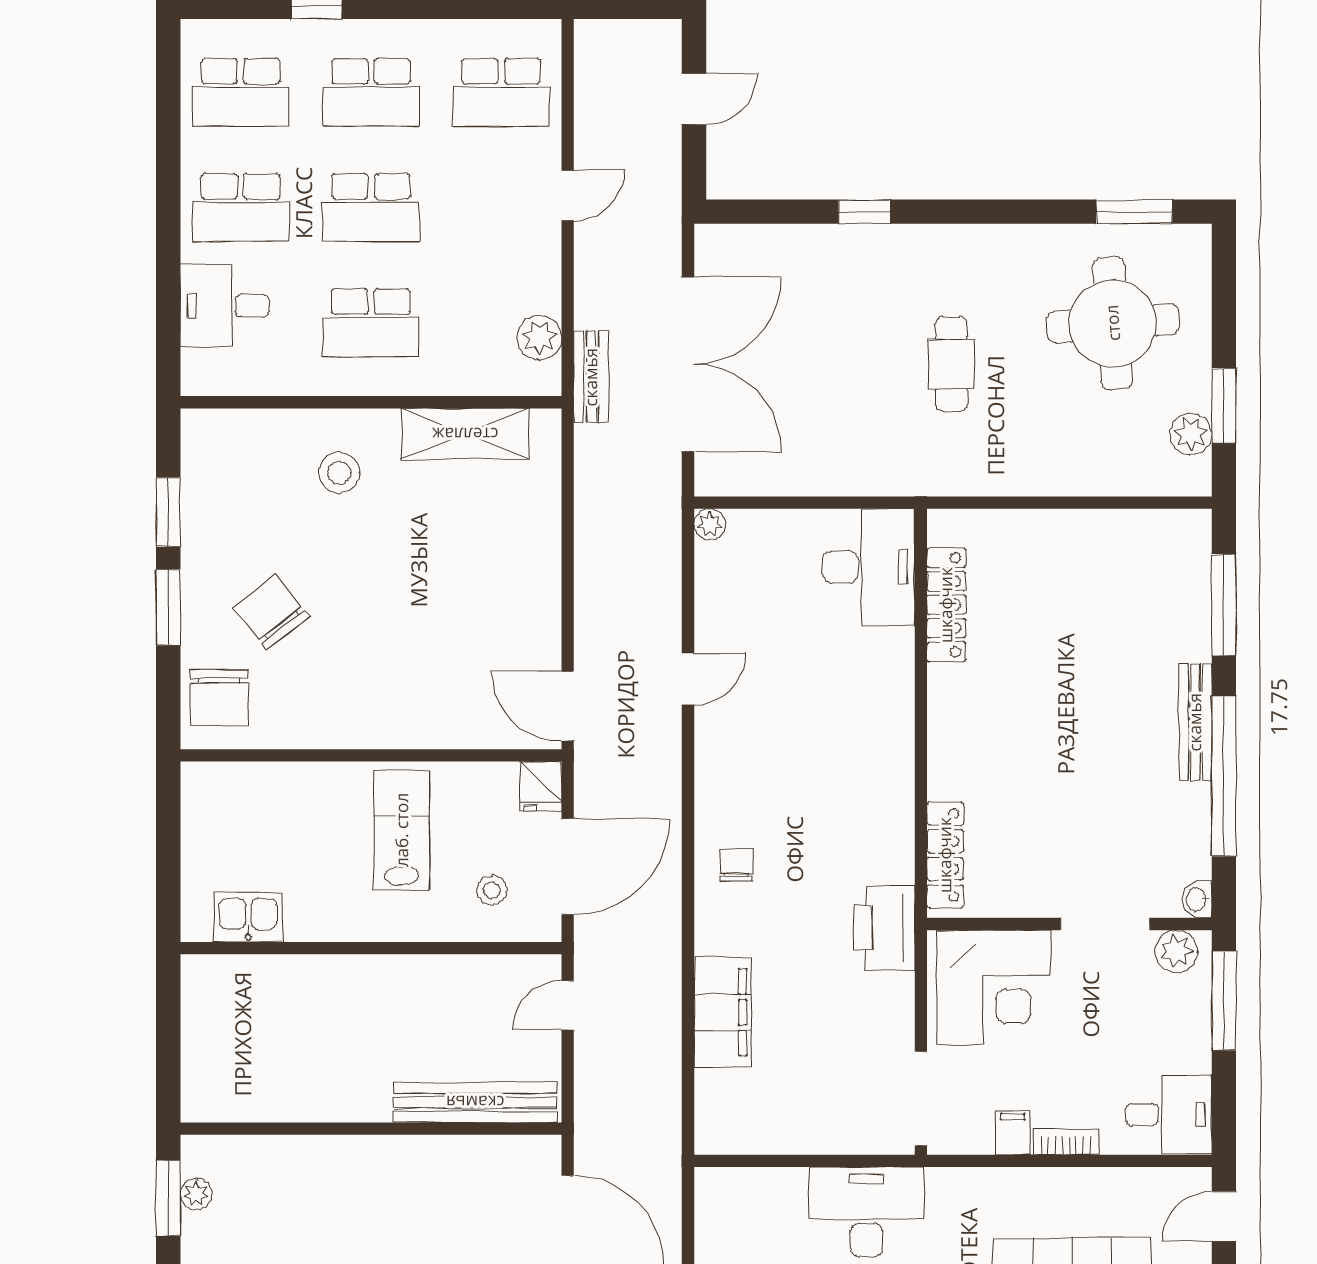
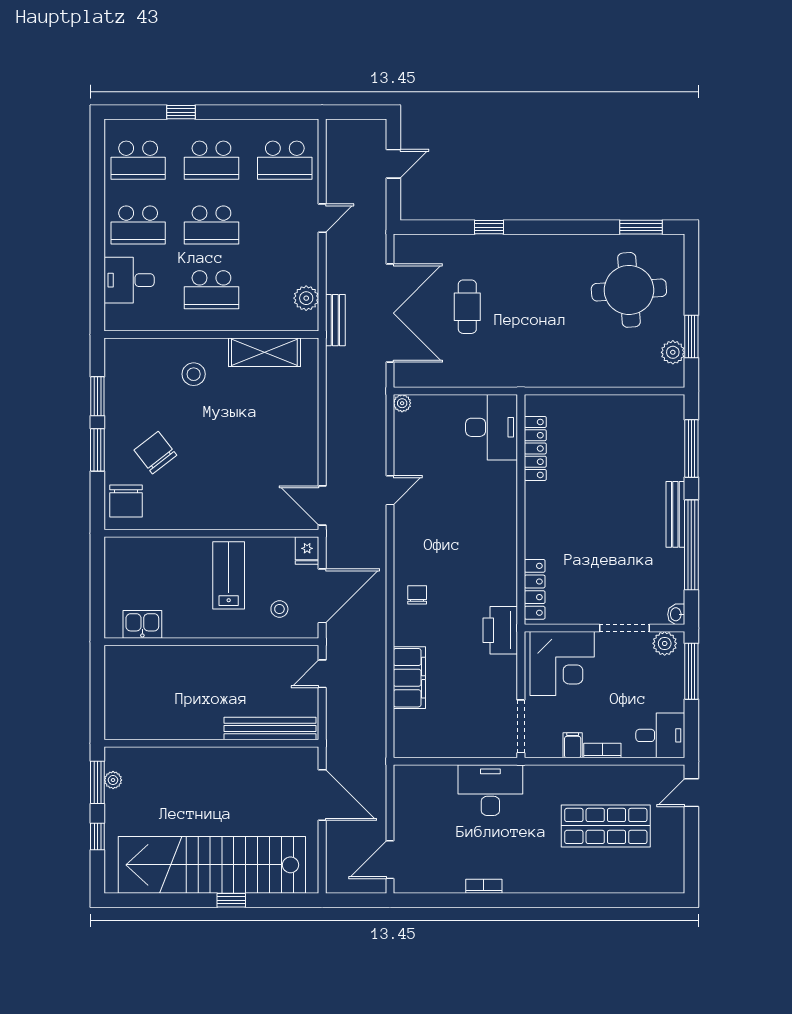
cafe table: (951, 364) -> (467, 307), moved

